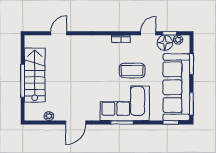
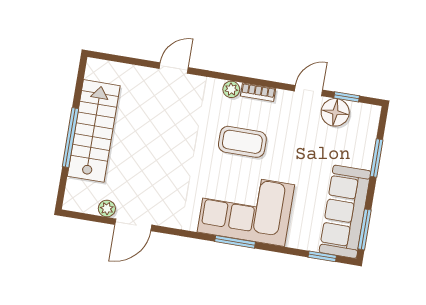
door: (59, 33) -> (174, 68), moved
plant: (178, 40) -> (231, 89), moved
coffee table: (132, 70) -> (242, 142), moved
sofa: (176, 87) -> (345, 212), width x0.74, depth x0.79
door: (76, 123) -> (133, 225), moved

